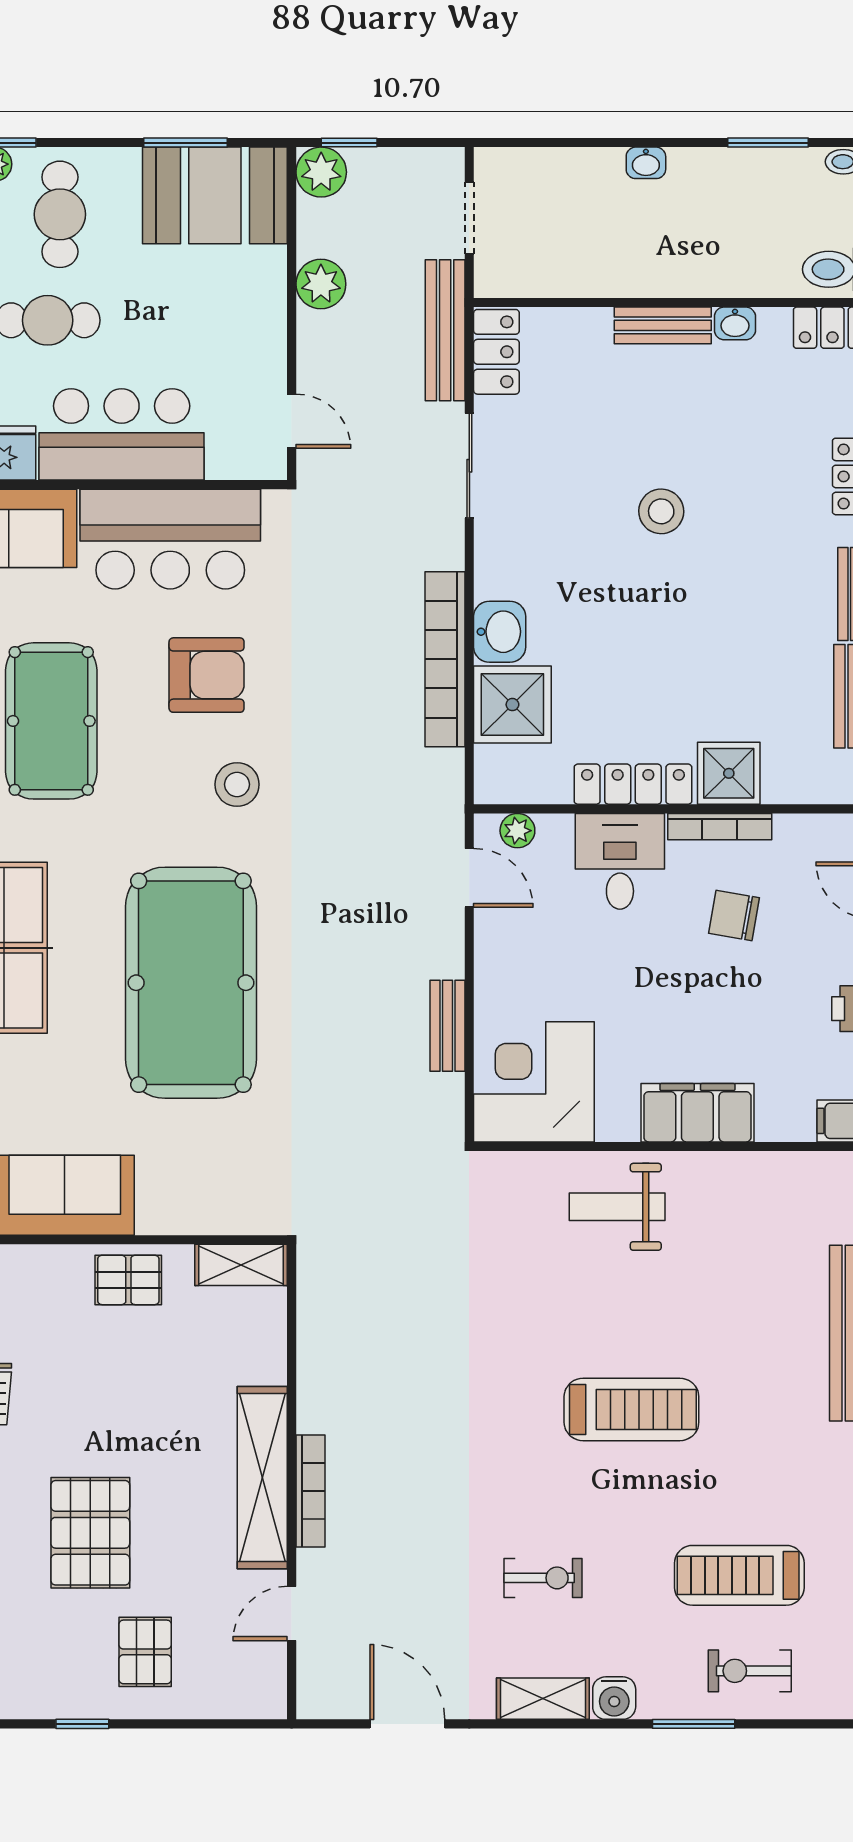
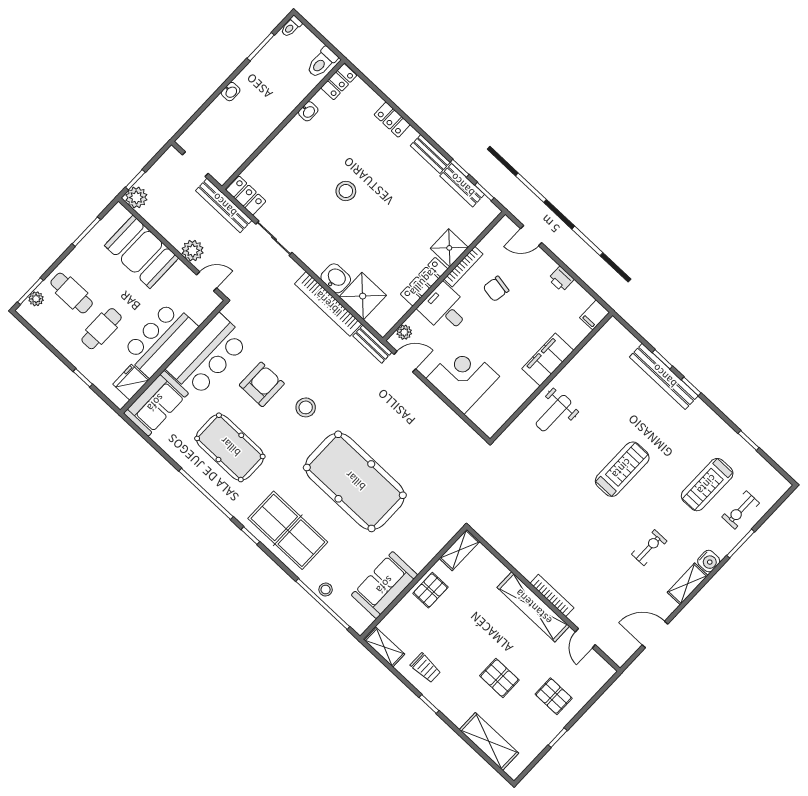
booth: (215, 195) -> (142, 252), moved, turned 90
plant: (321, 284) -> (193, 251), moved
bench: (663, 325) -> (287, 135), removed
bench: (447, 1026) -> (372, 344), moved
corner desk: (534, 1082) -> (463, 378), moved, turned 90
pallet: (90, 1533) -> (499, 678), width x0.67, depth x0.71

